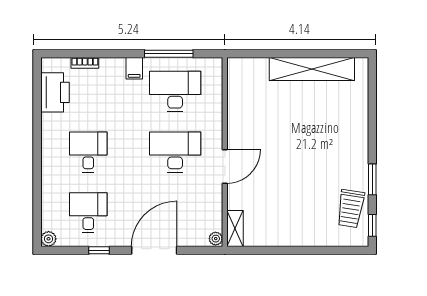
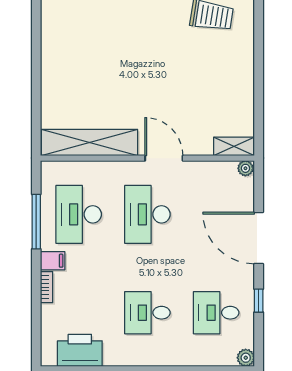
bookcase: (85, 63) -> (47, 287), moved
shelving: (312, 69) -> (90, 142), moved, turned 90

